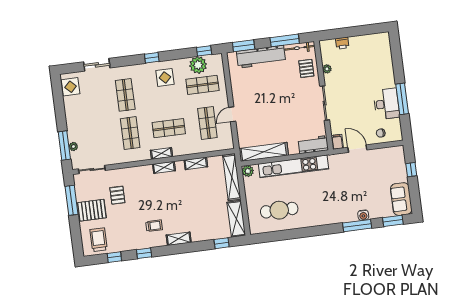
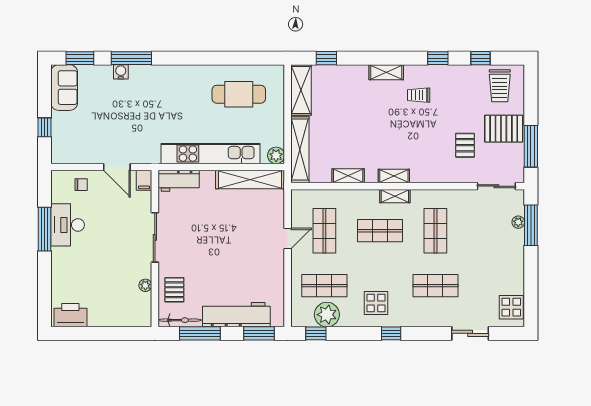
printer: (342, 43) -> (70, 315), moved, width x1.87, depth x1.48
shop shelf: (125, 95) -> (435, 286), turned 90

